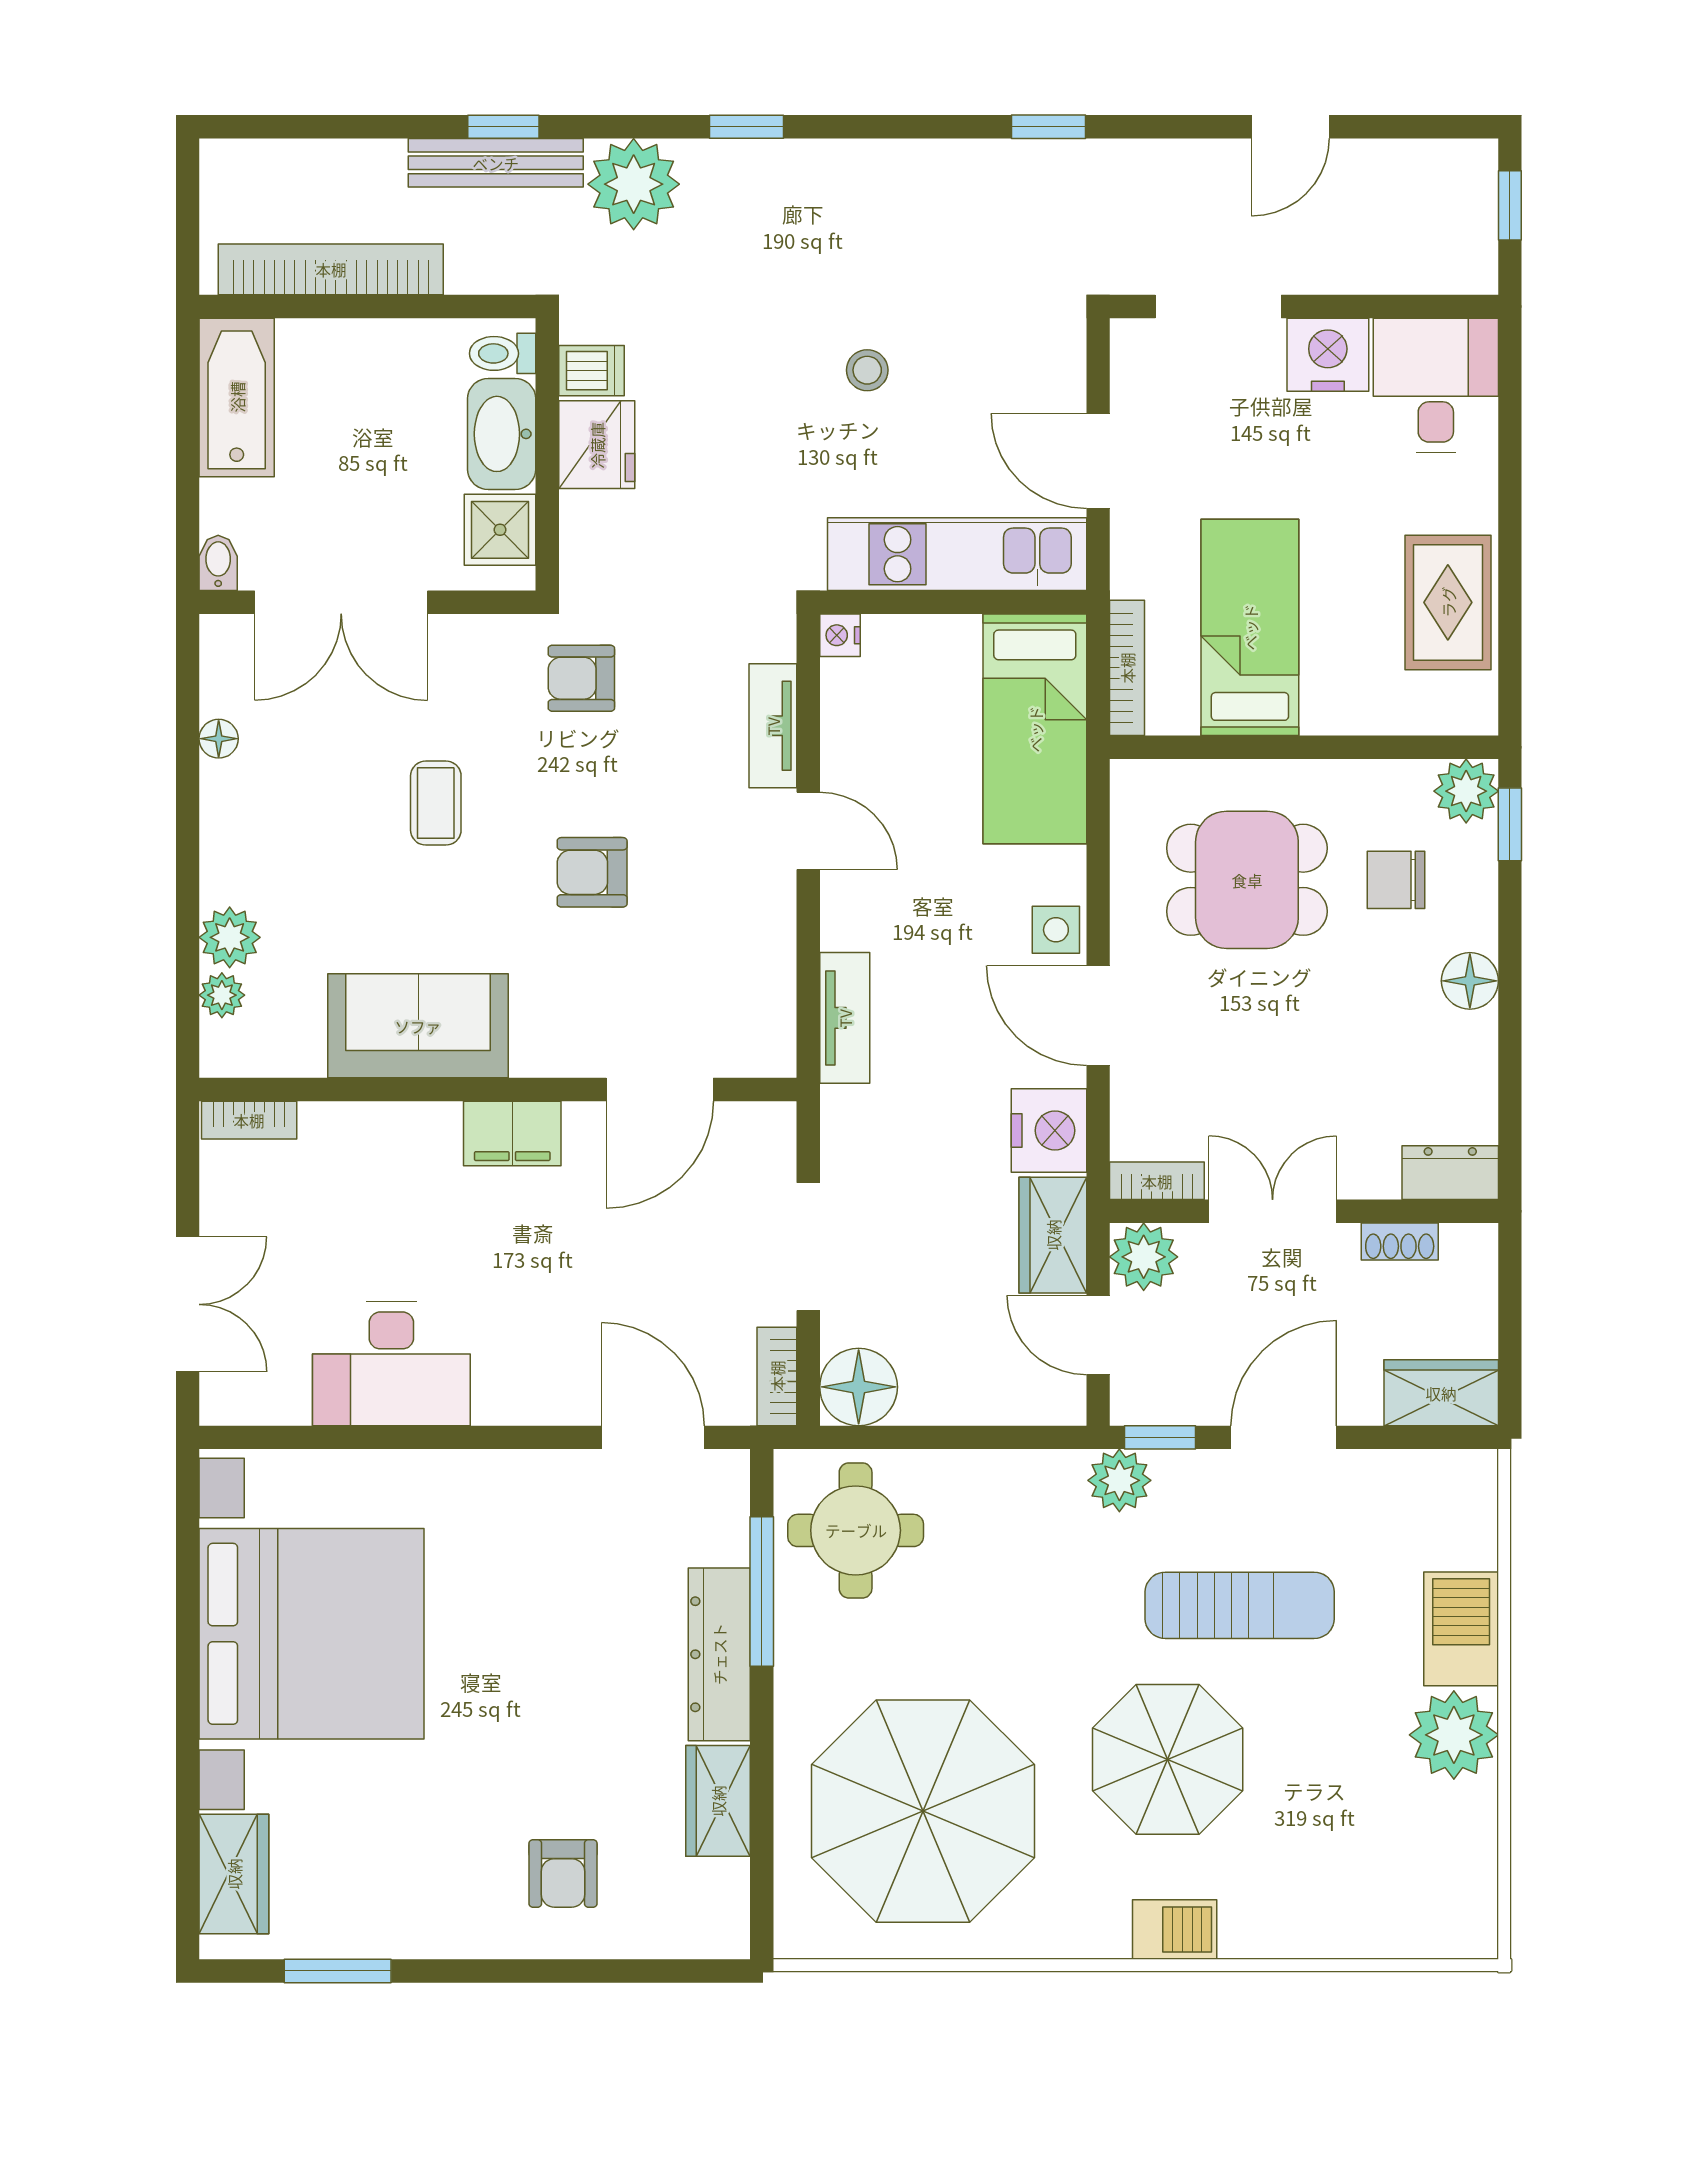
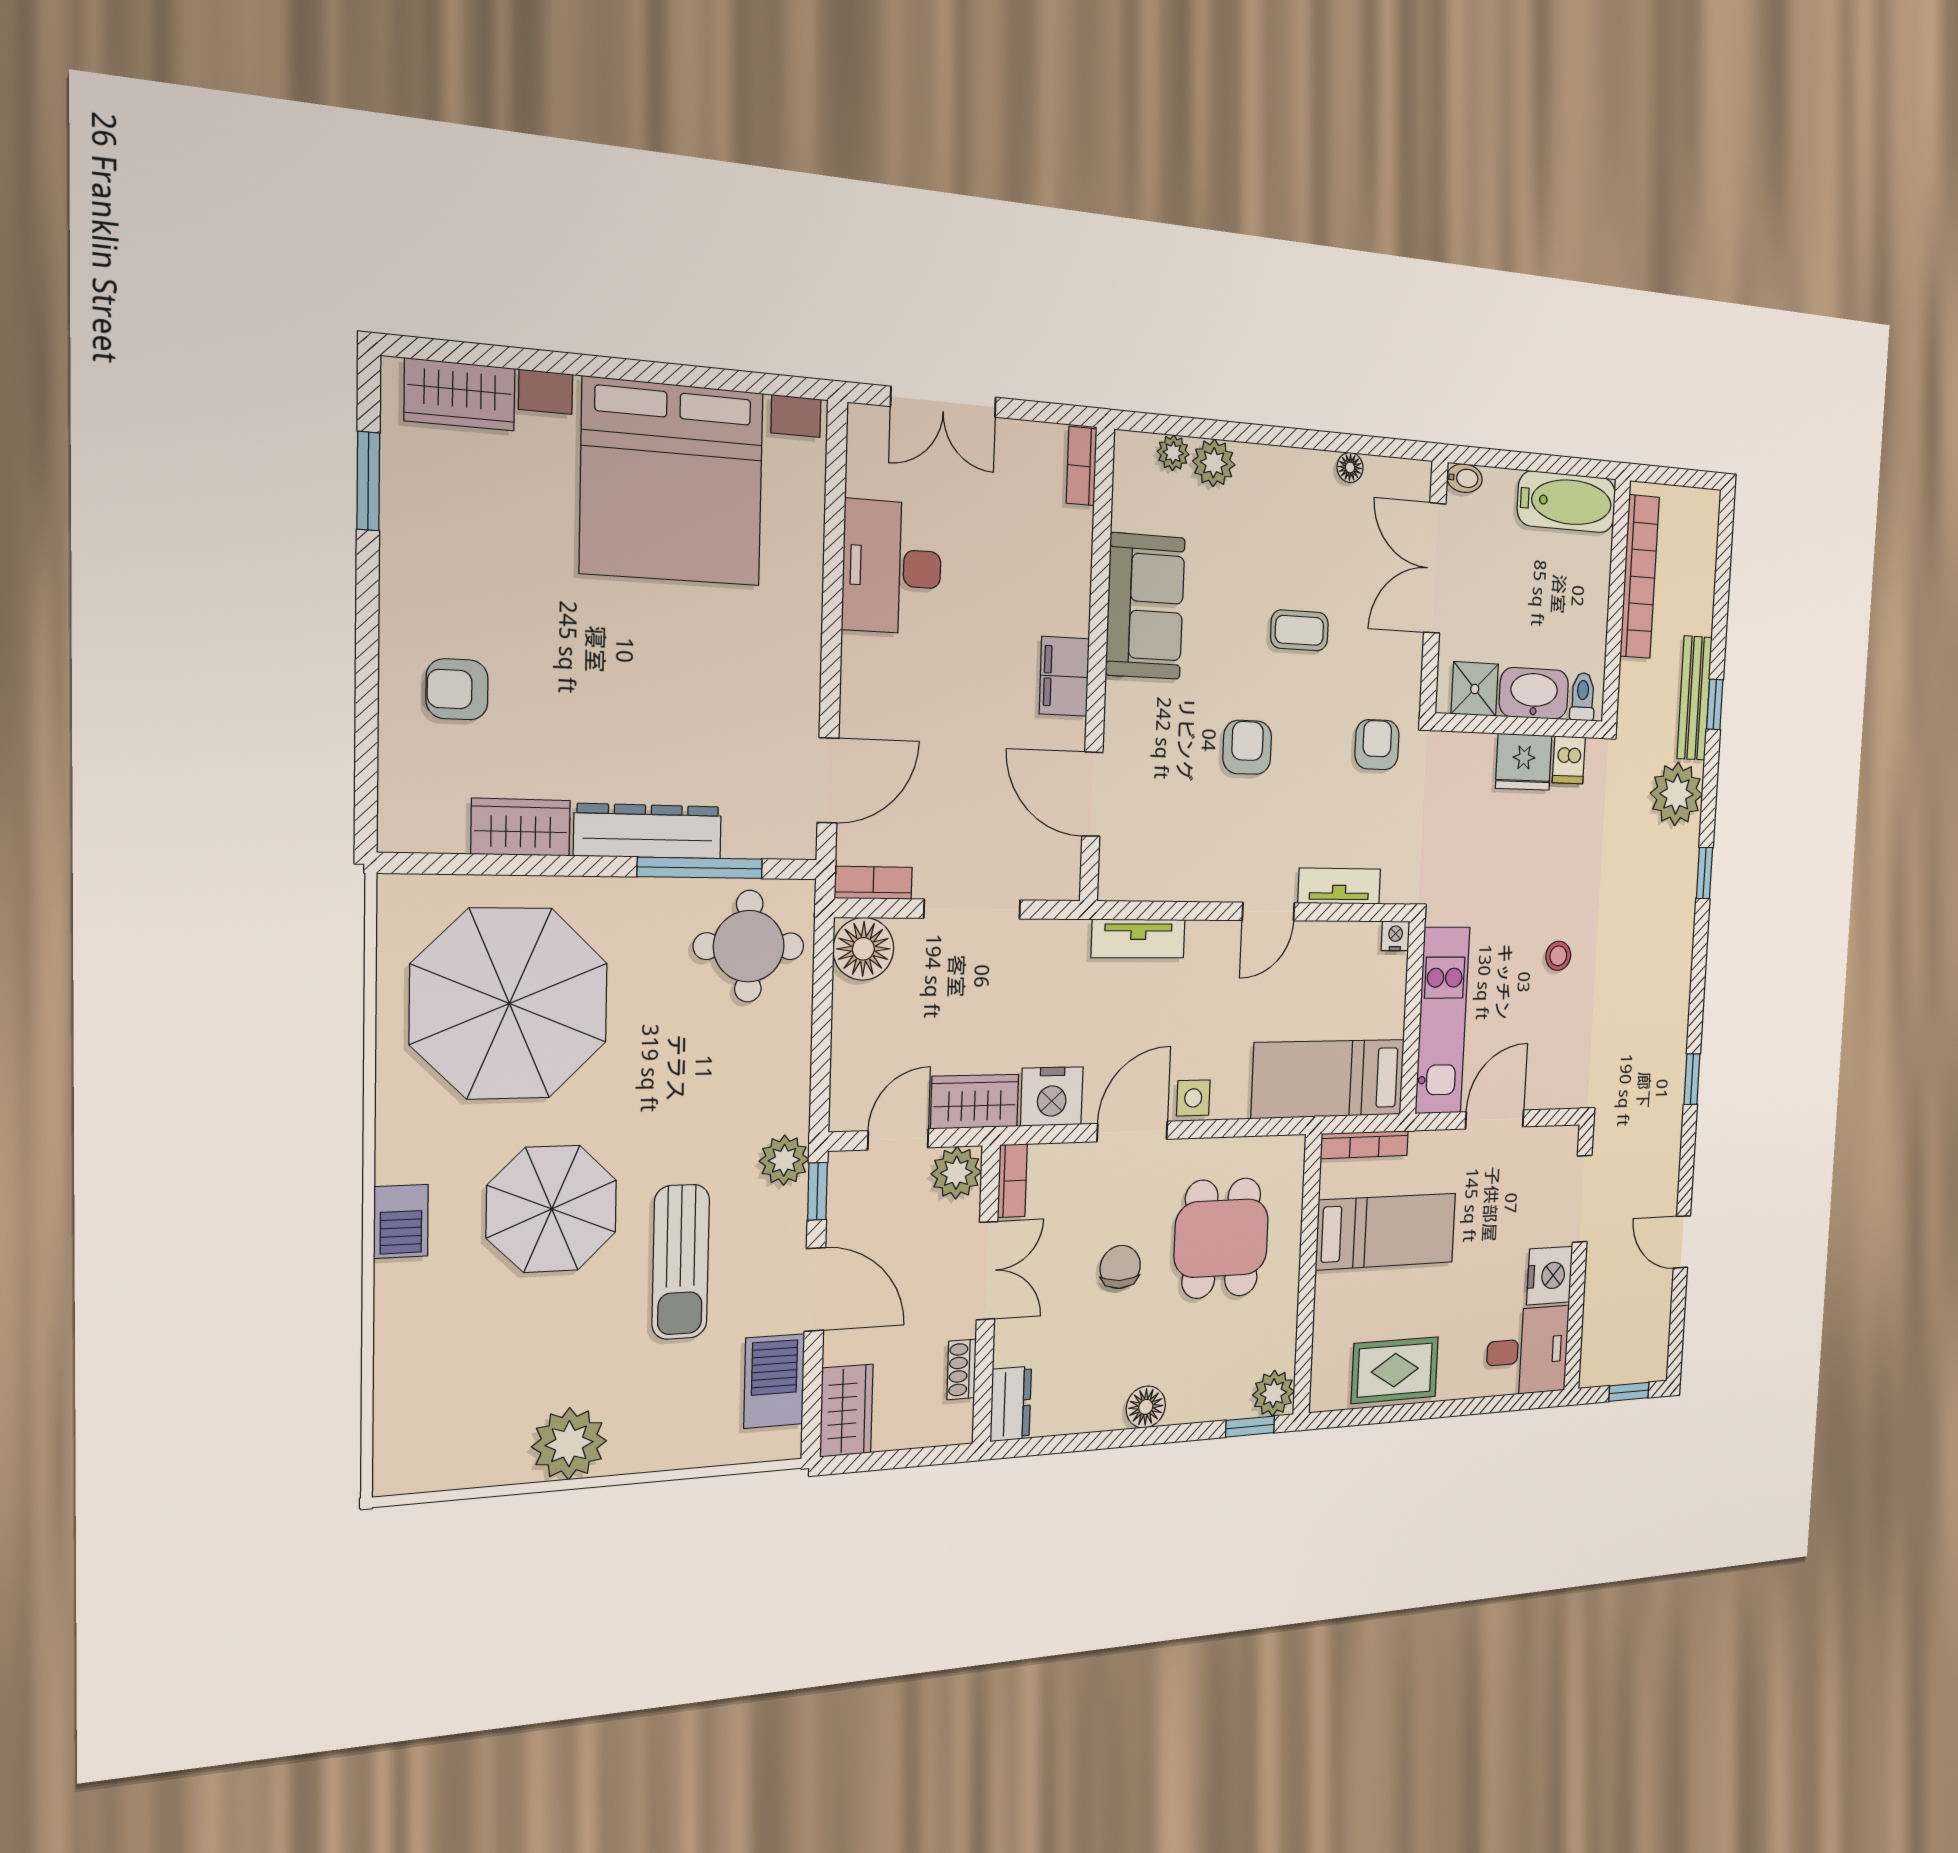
chair: (1396, 880) -> (1120, 1267), moved
barbecue: (1461, 1629) -> (774, 1381), moved, turned -90

